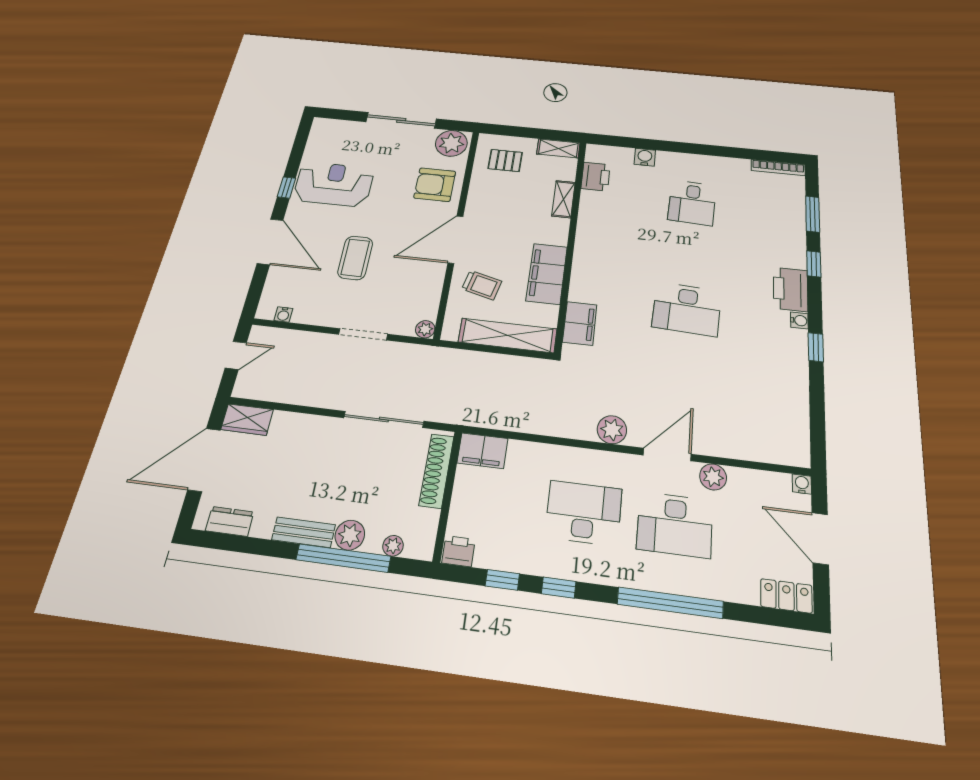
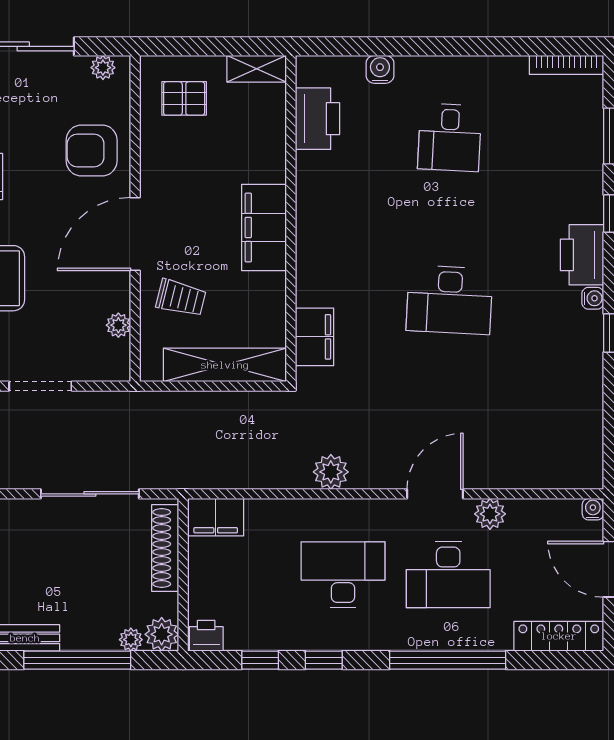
plant: (451, 143) -> (103, 68), width x0.53, depth x0.53
printer: (596, 177) -> (317, 119), width x1.37, depth x1.19
shelving: (563, 199) -> (273, 153), removed
filing cabinet: (547, 274) -> (264, 227), moved
plant: (425, 329) -> (118, 325), moved
plant: (612, 430) -> (331, 472), moved
plant: (350, 535) -> (162, 634), moved
locker: (786, 596) -> (559, 636), width x1.53

